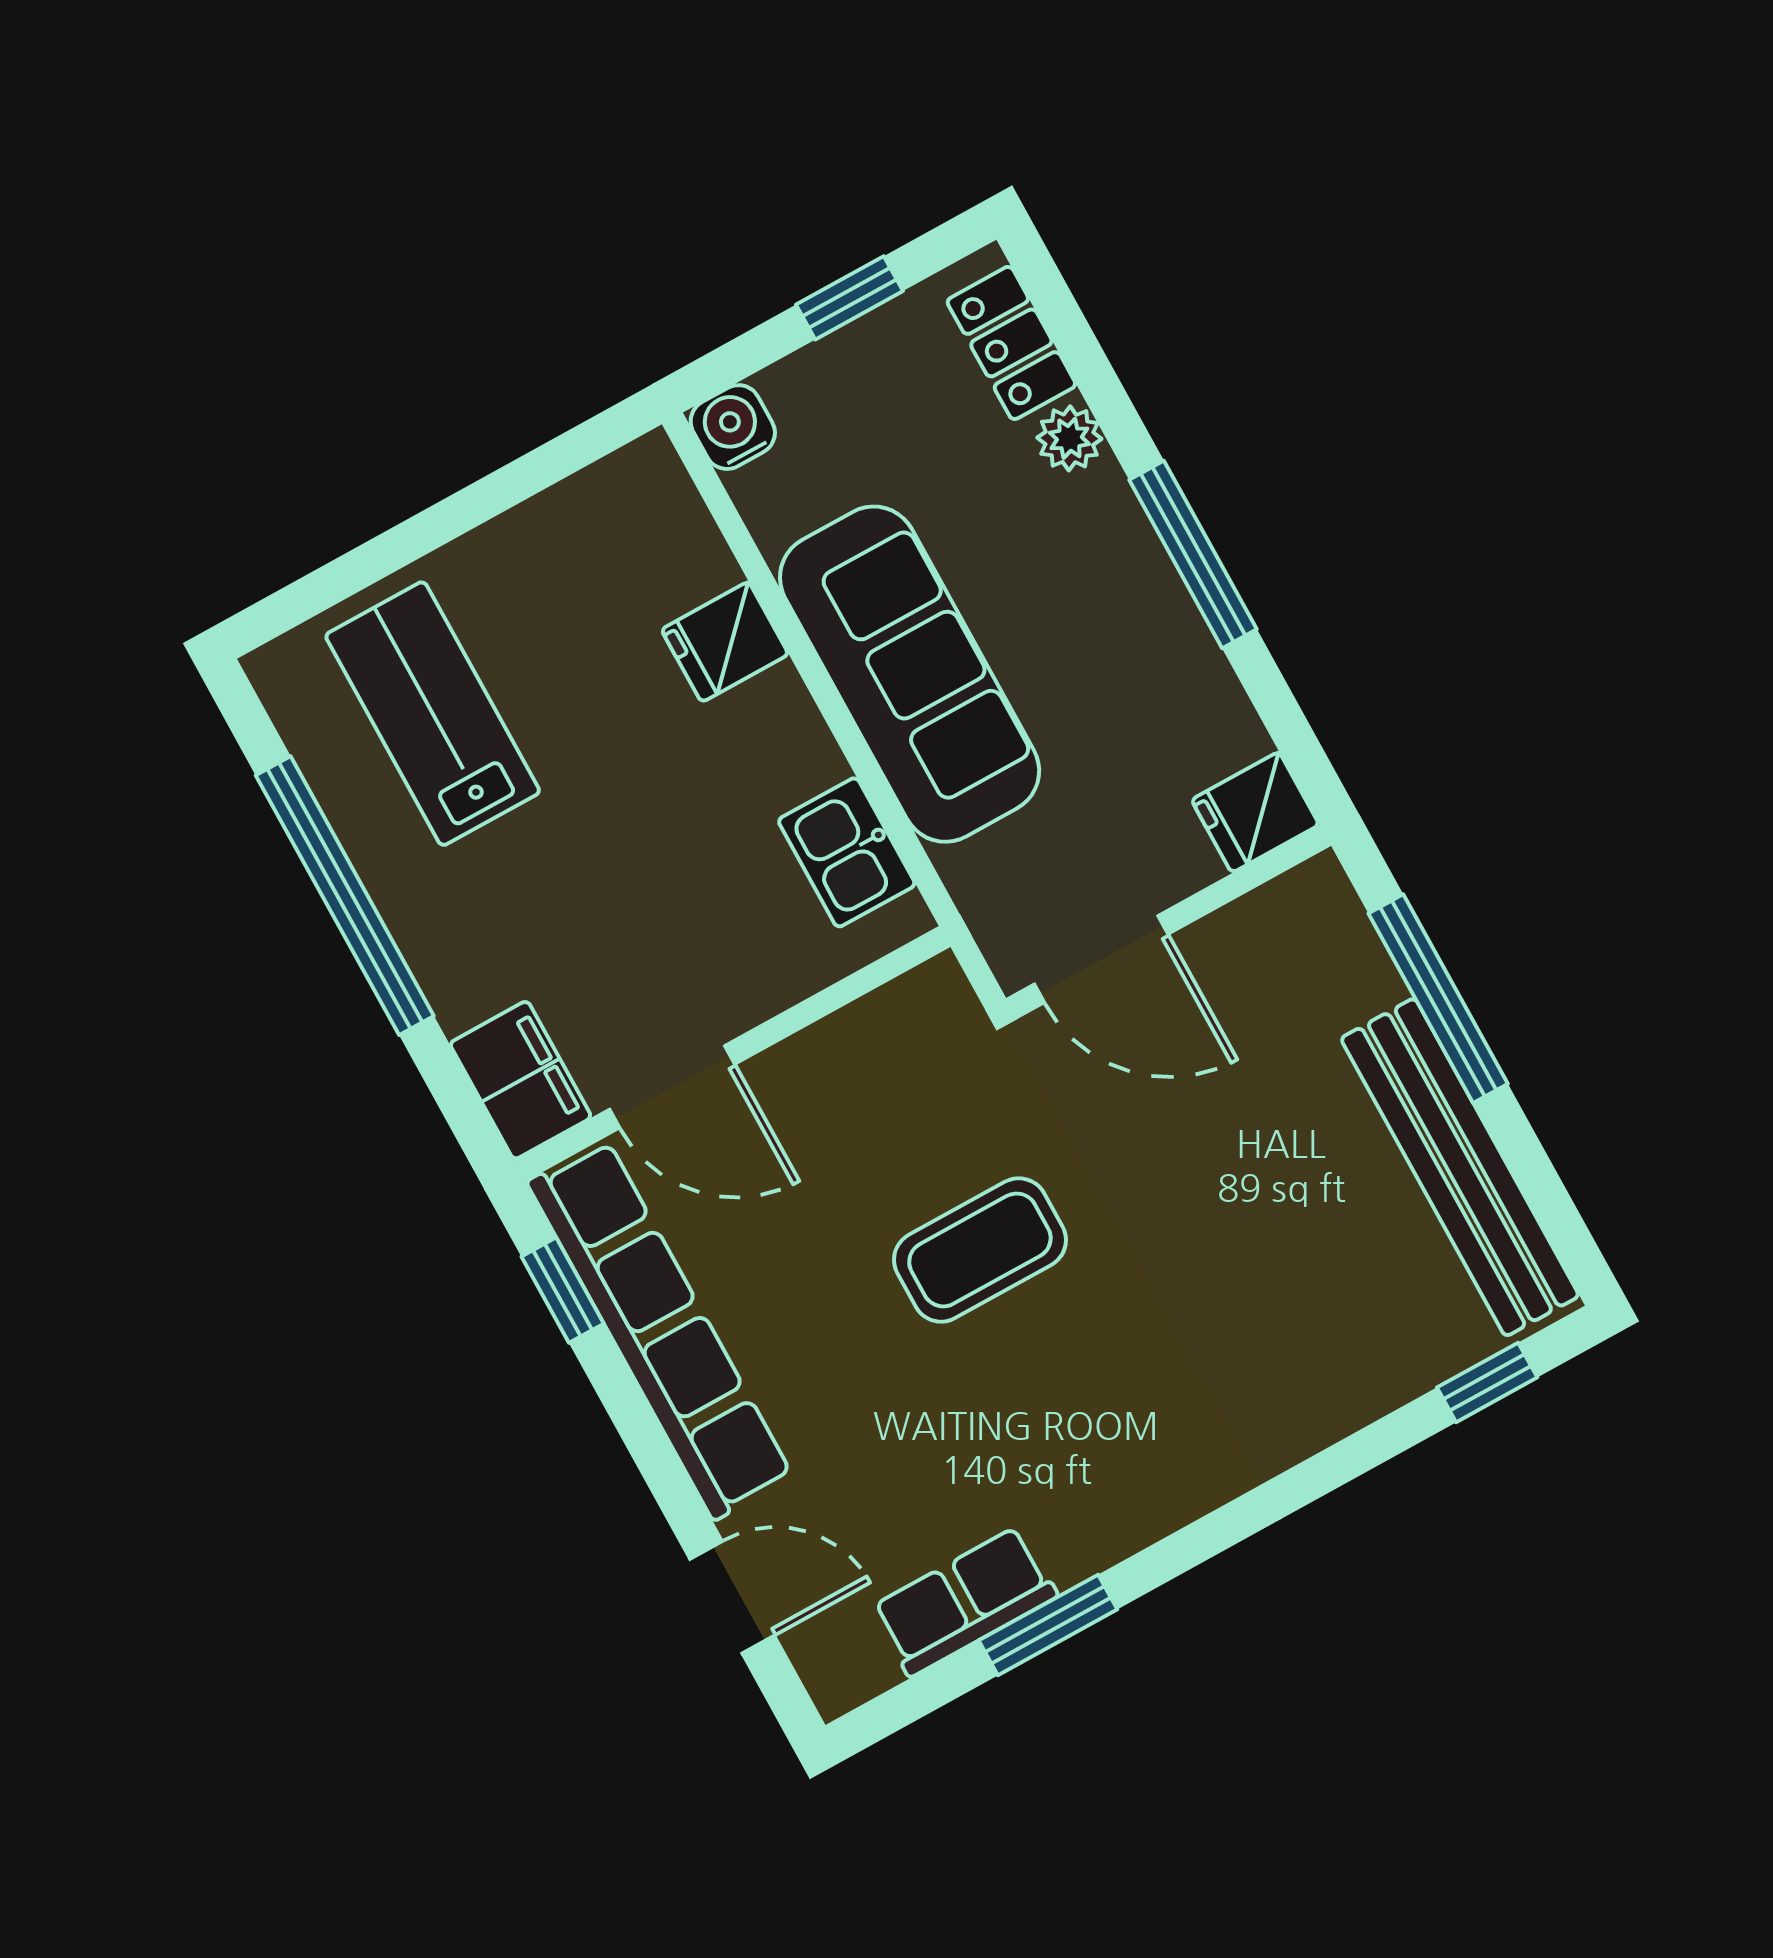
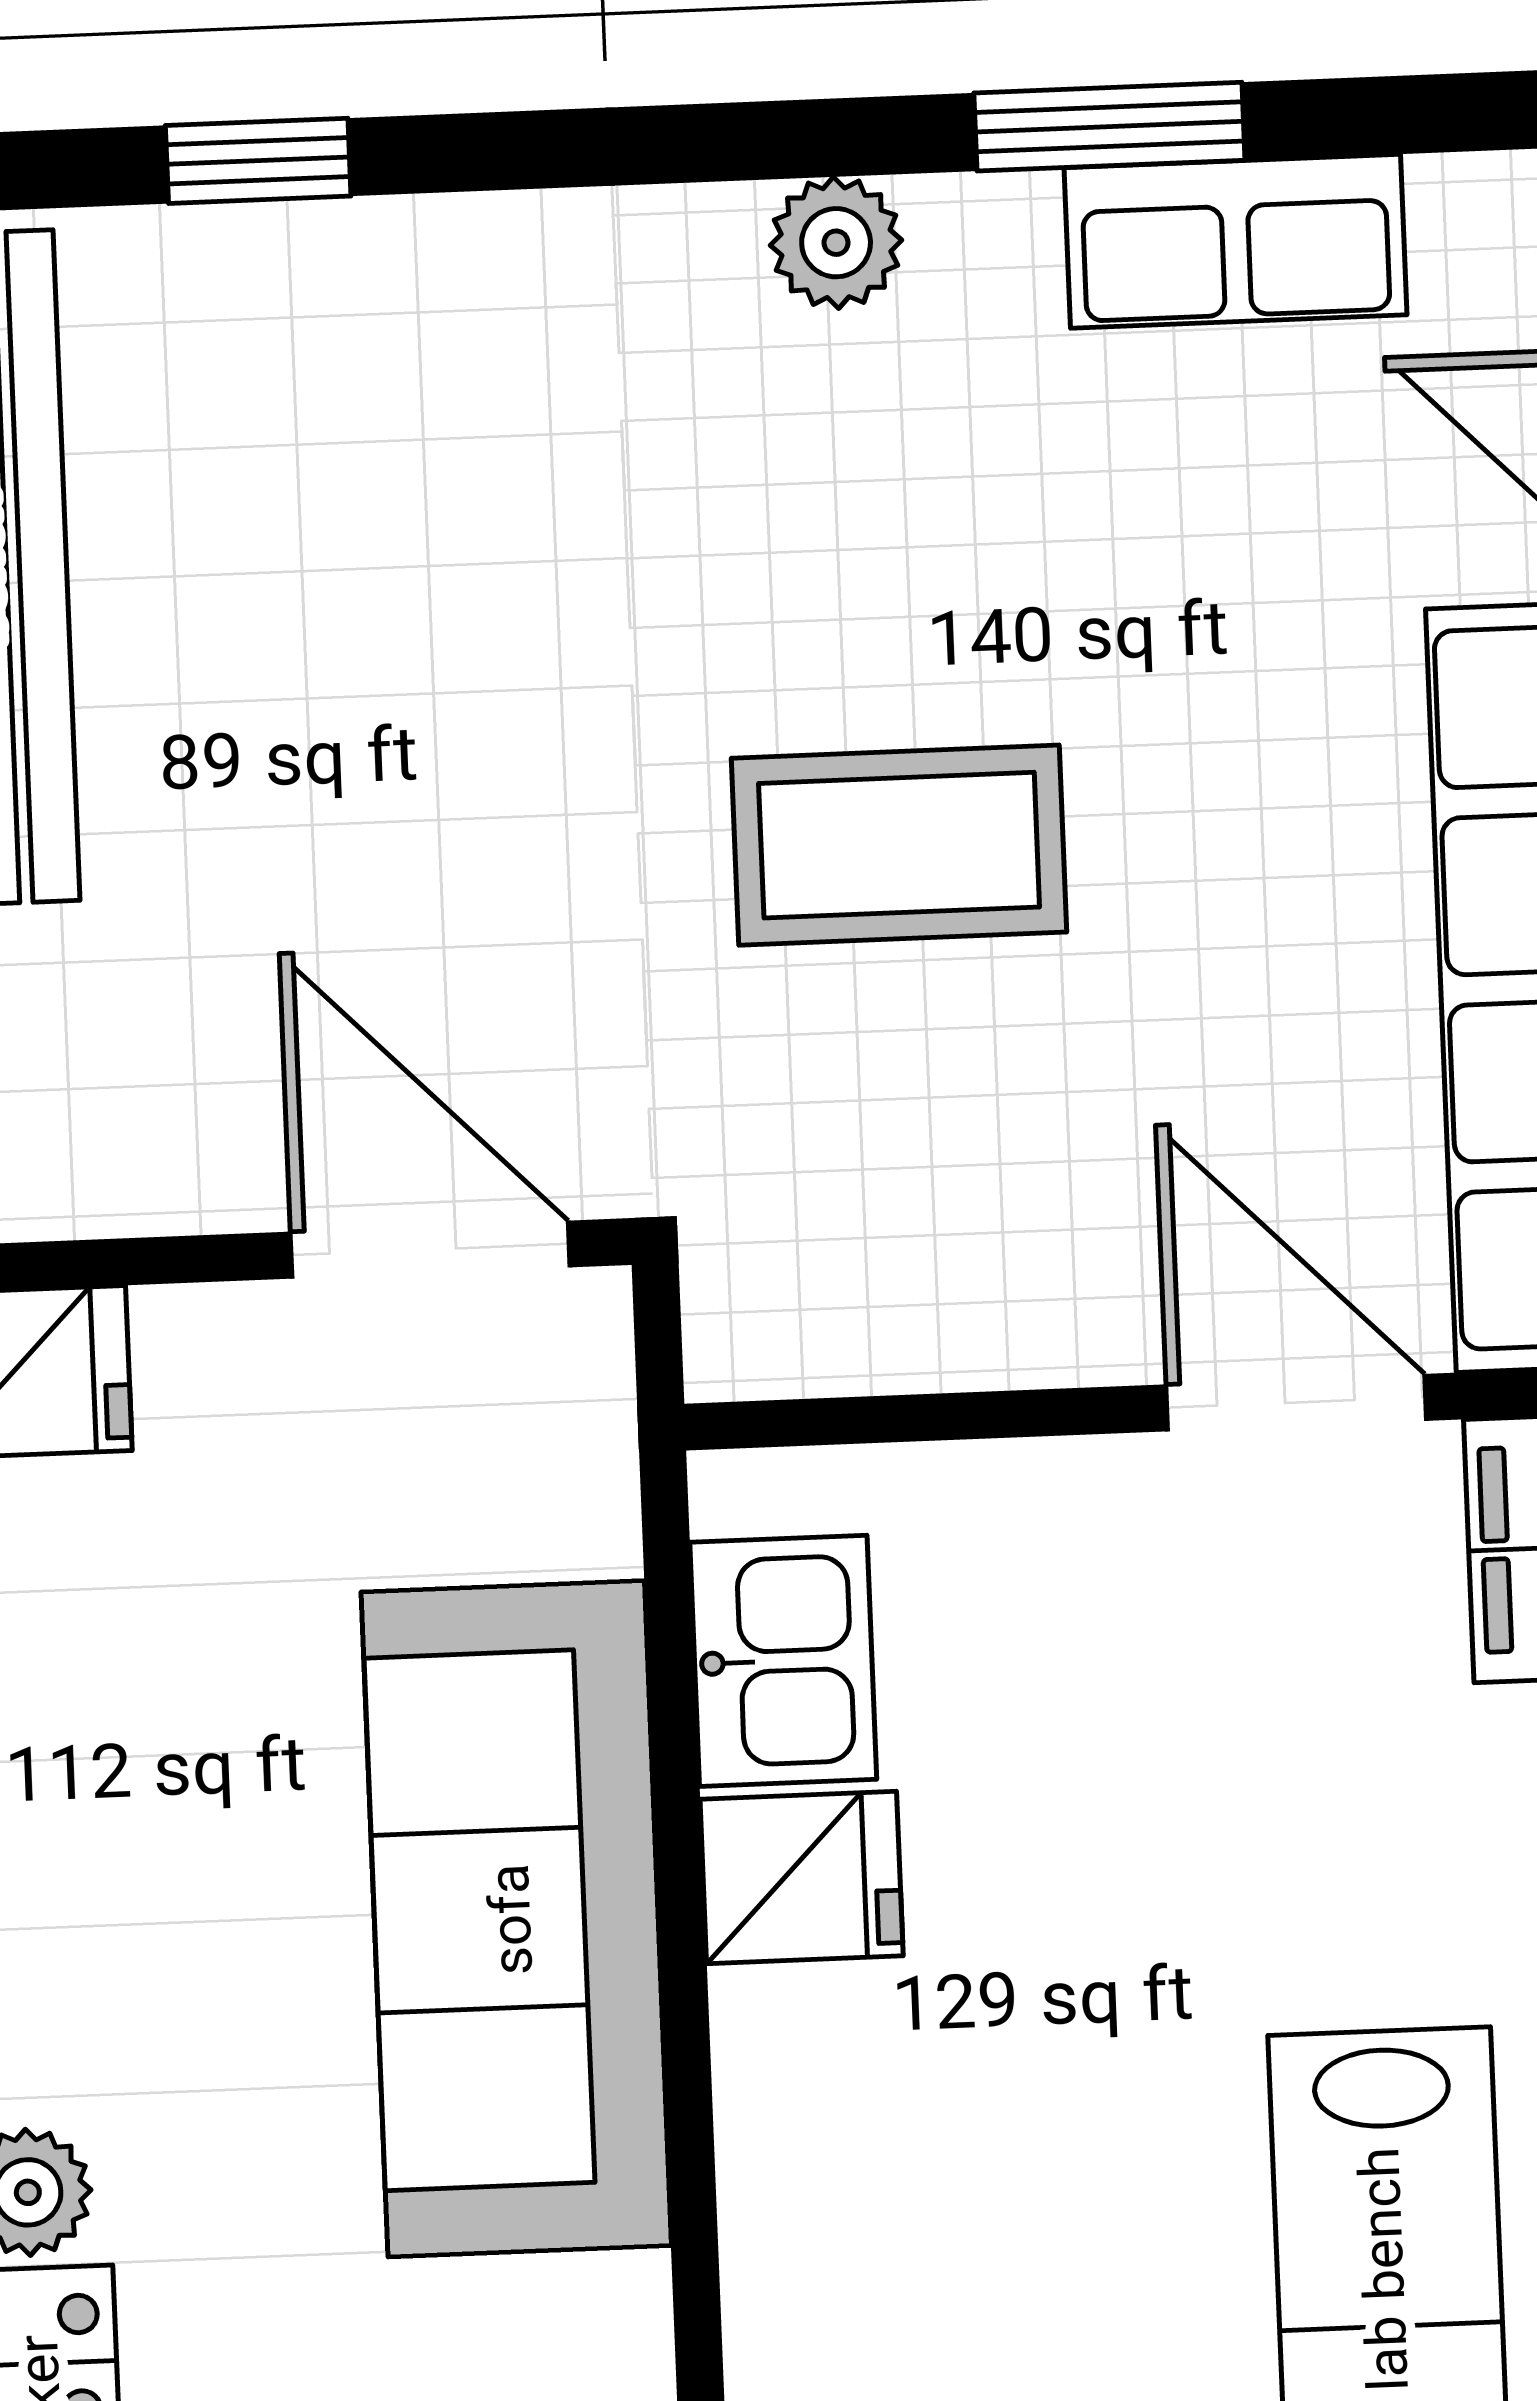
fridge: (725, 642) -> (802, 1877), moved
window: (1487, 1382) -> (258, 161), moved
plant: (1146, 1510) -> (836, 243), added

